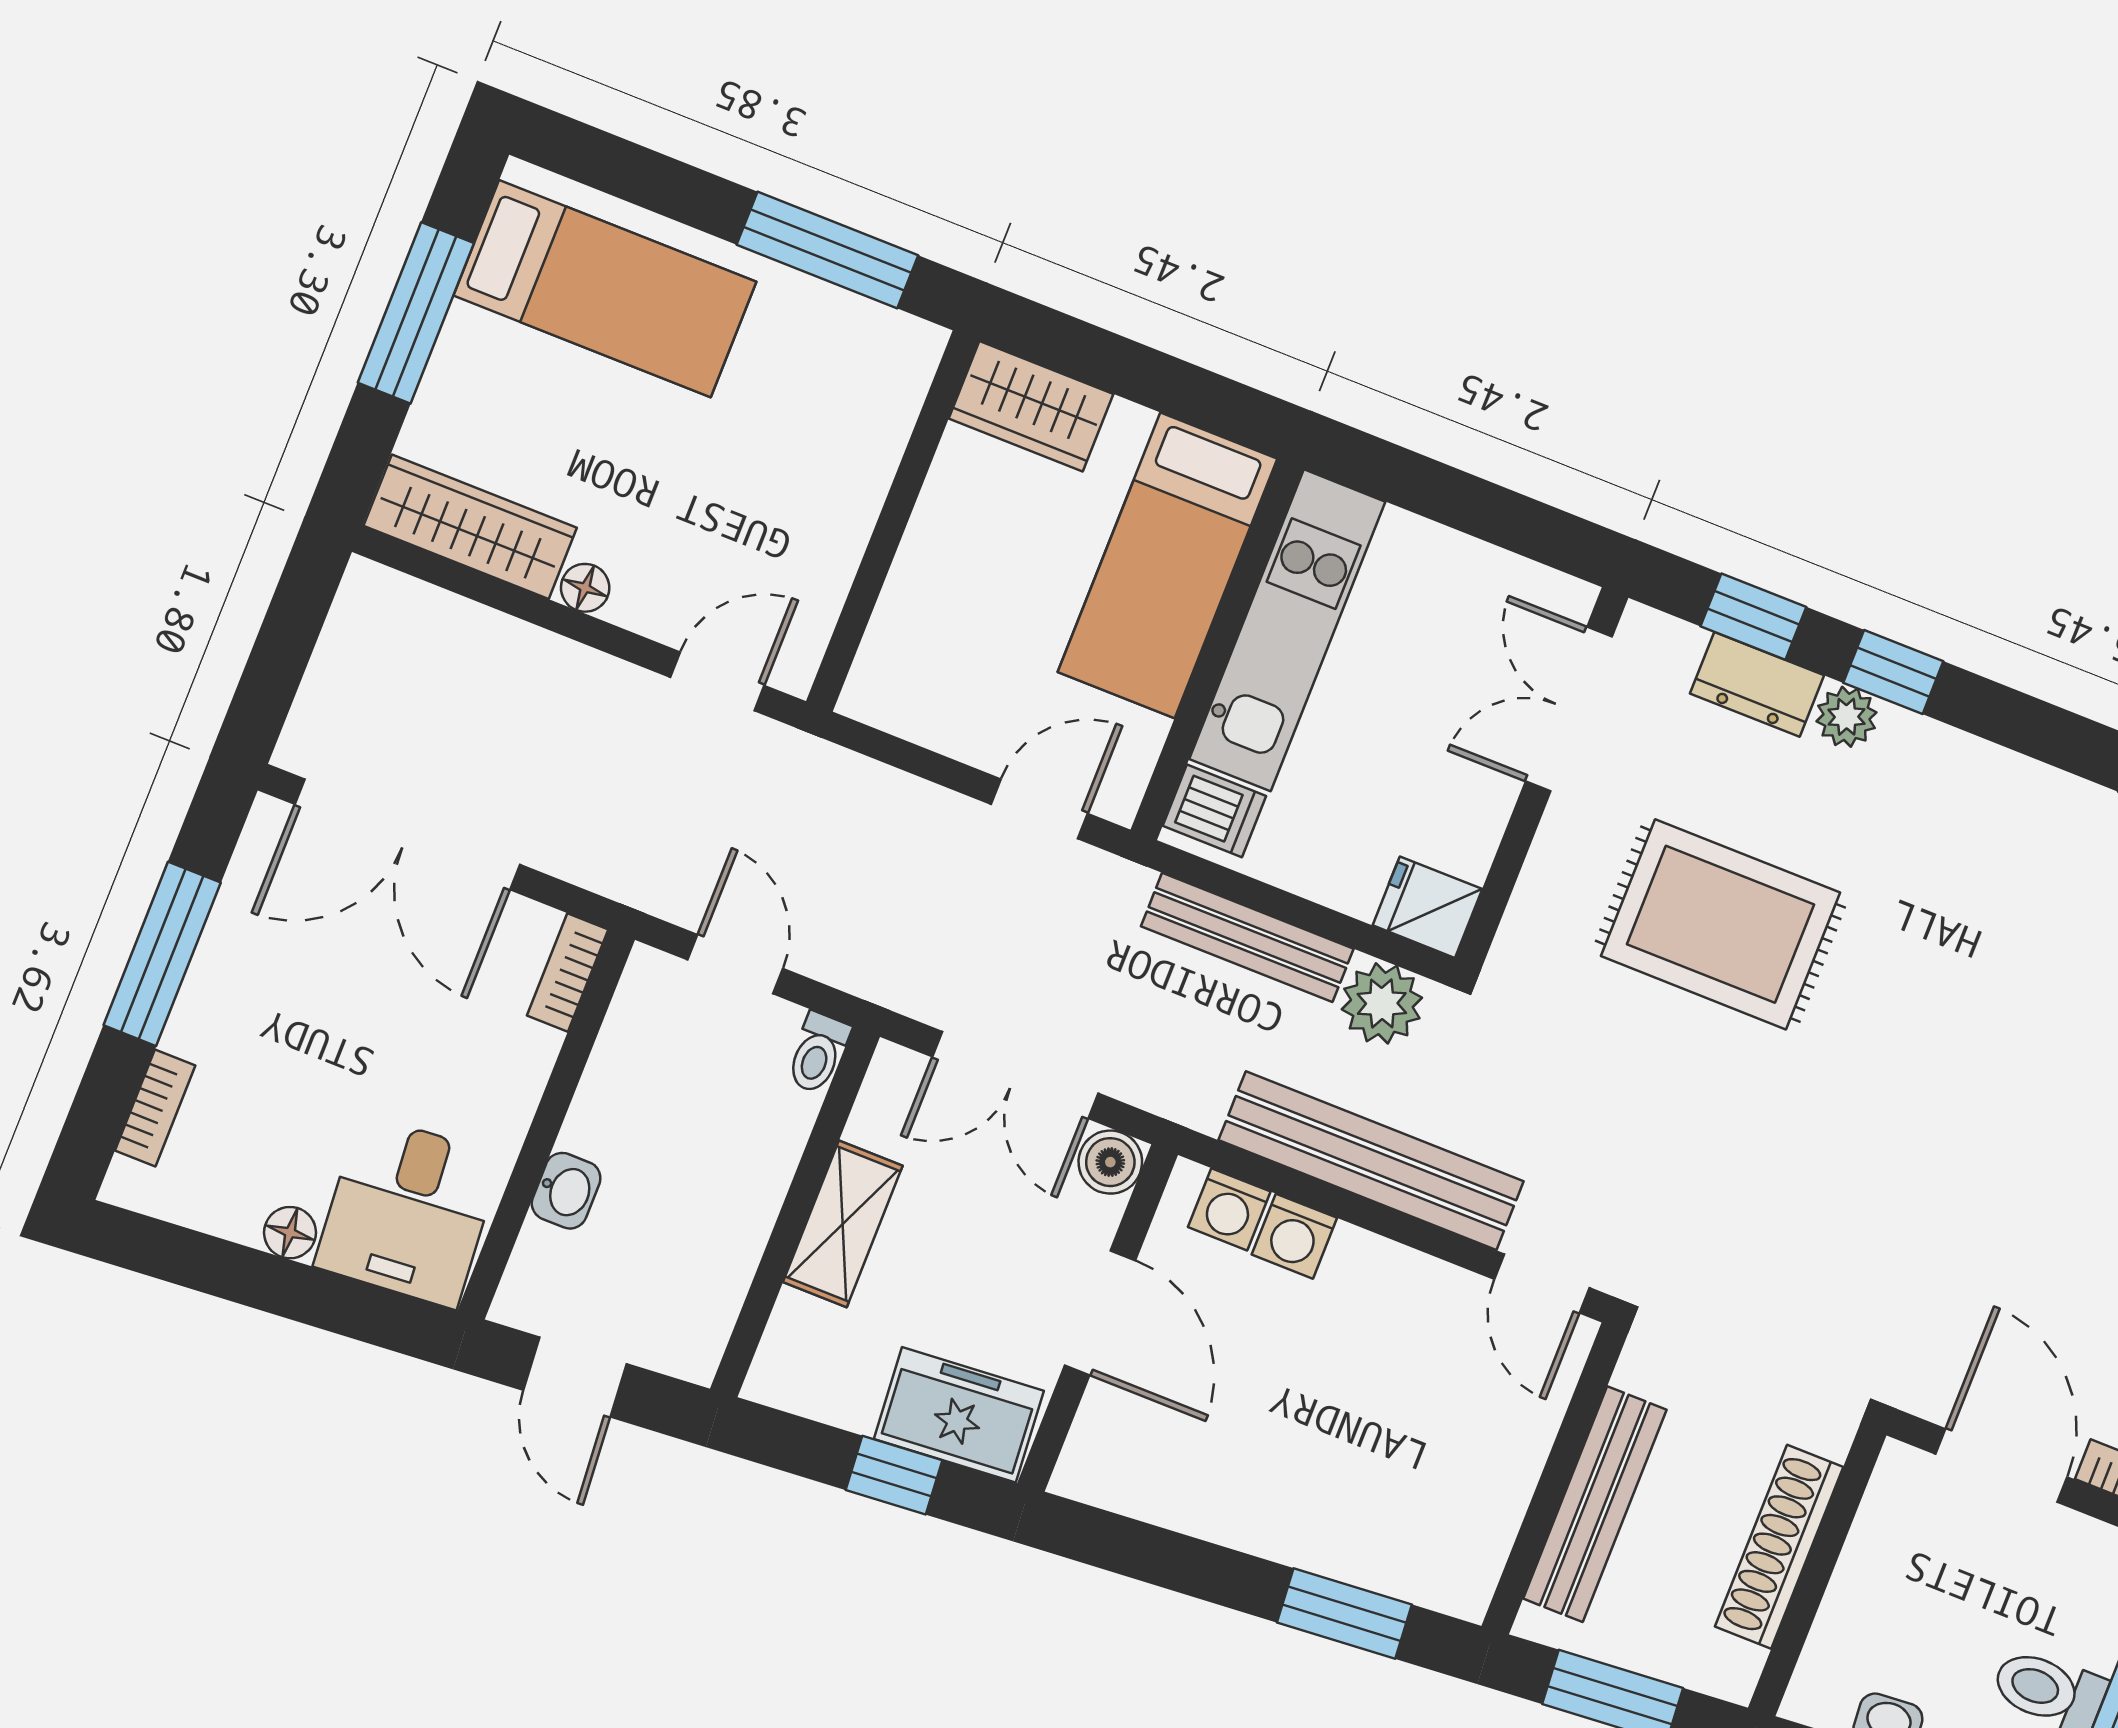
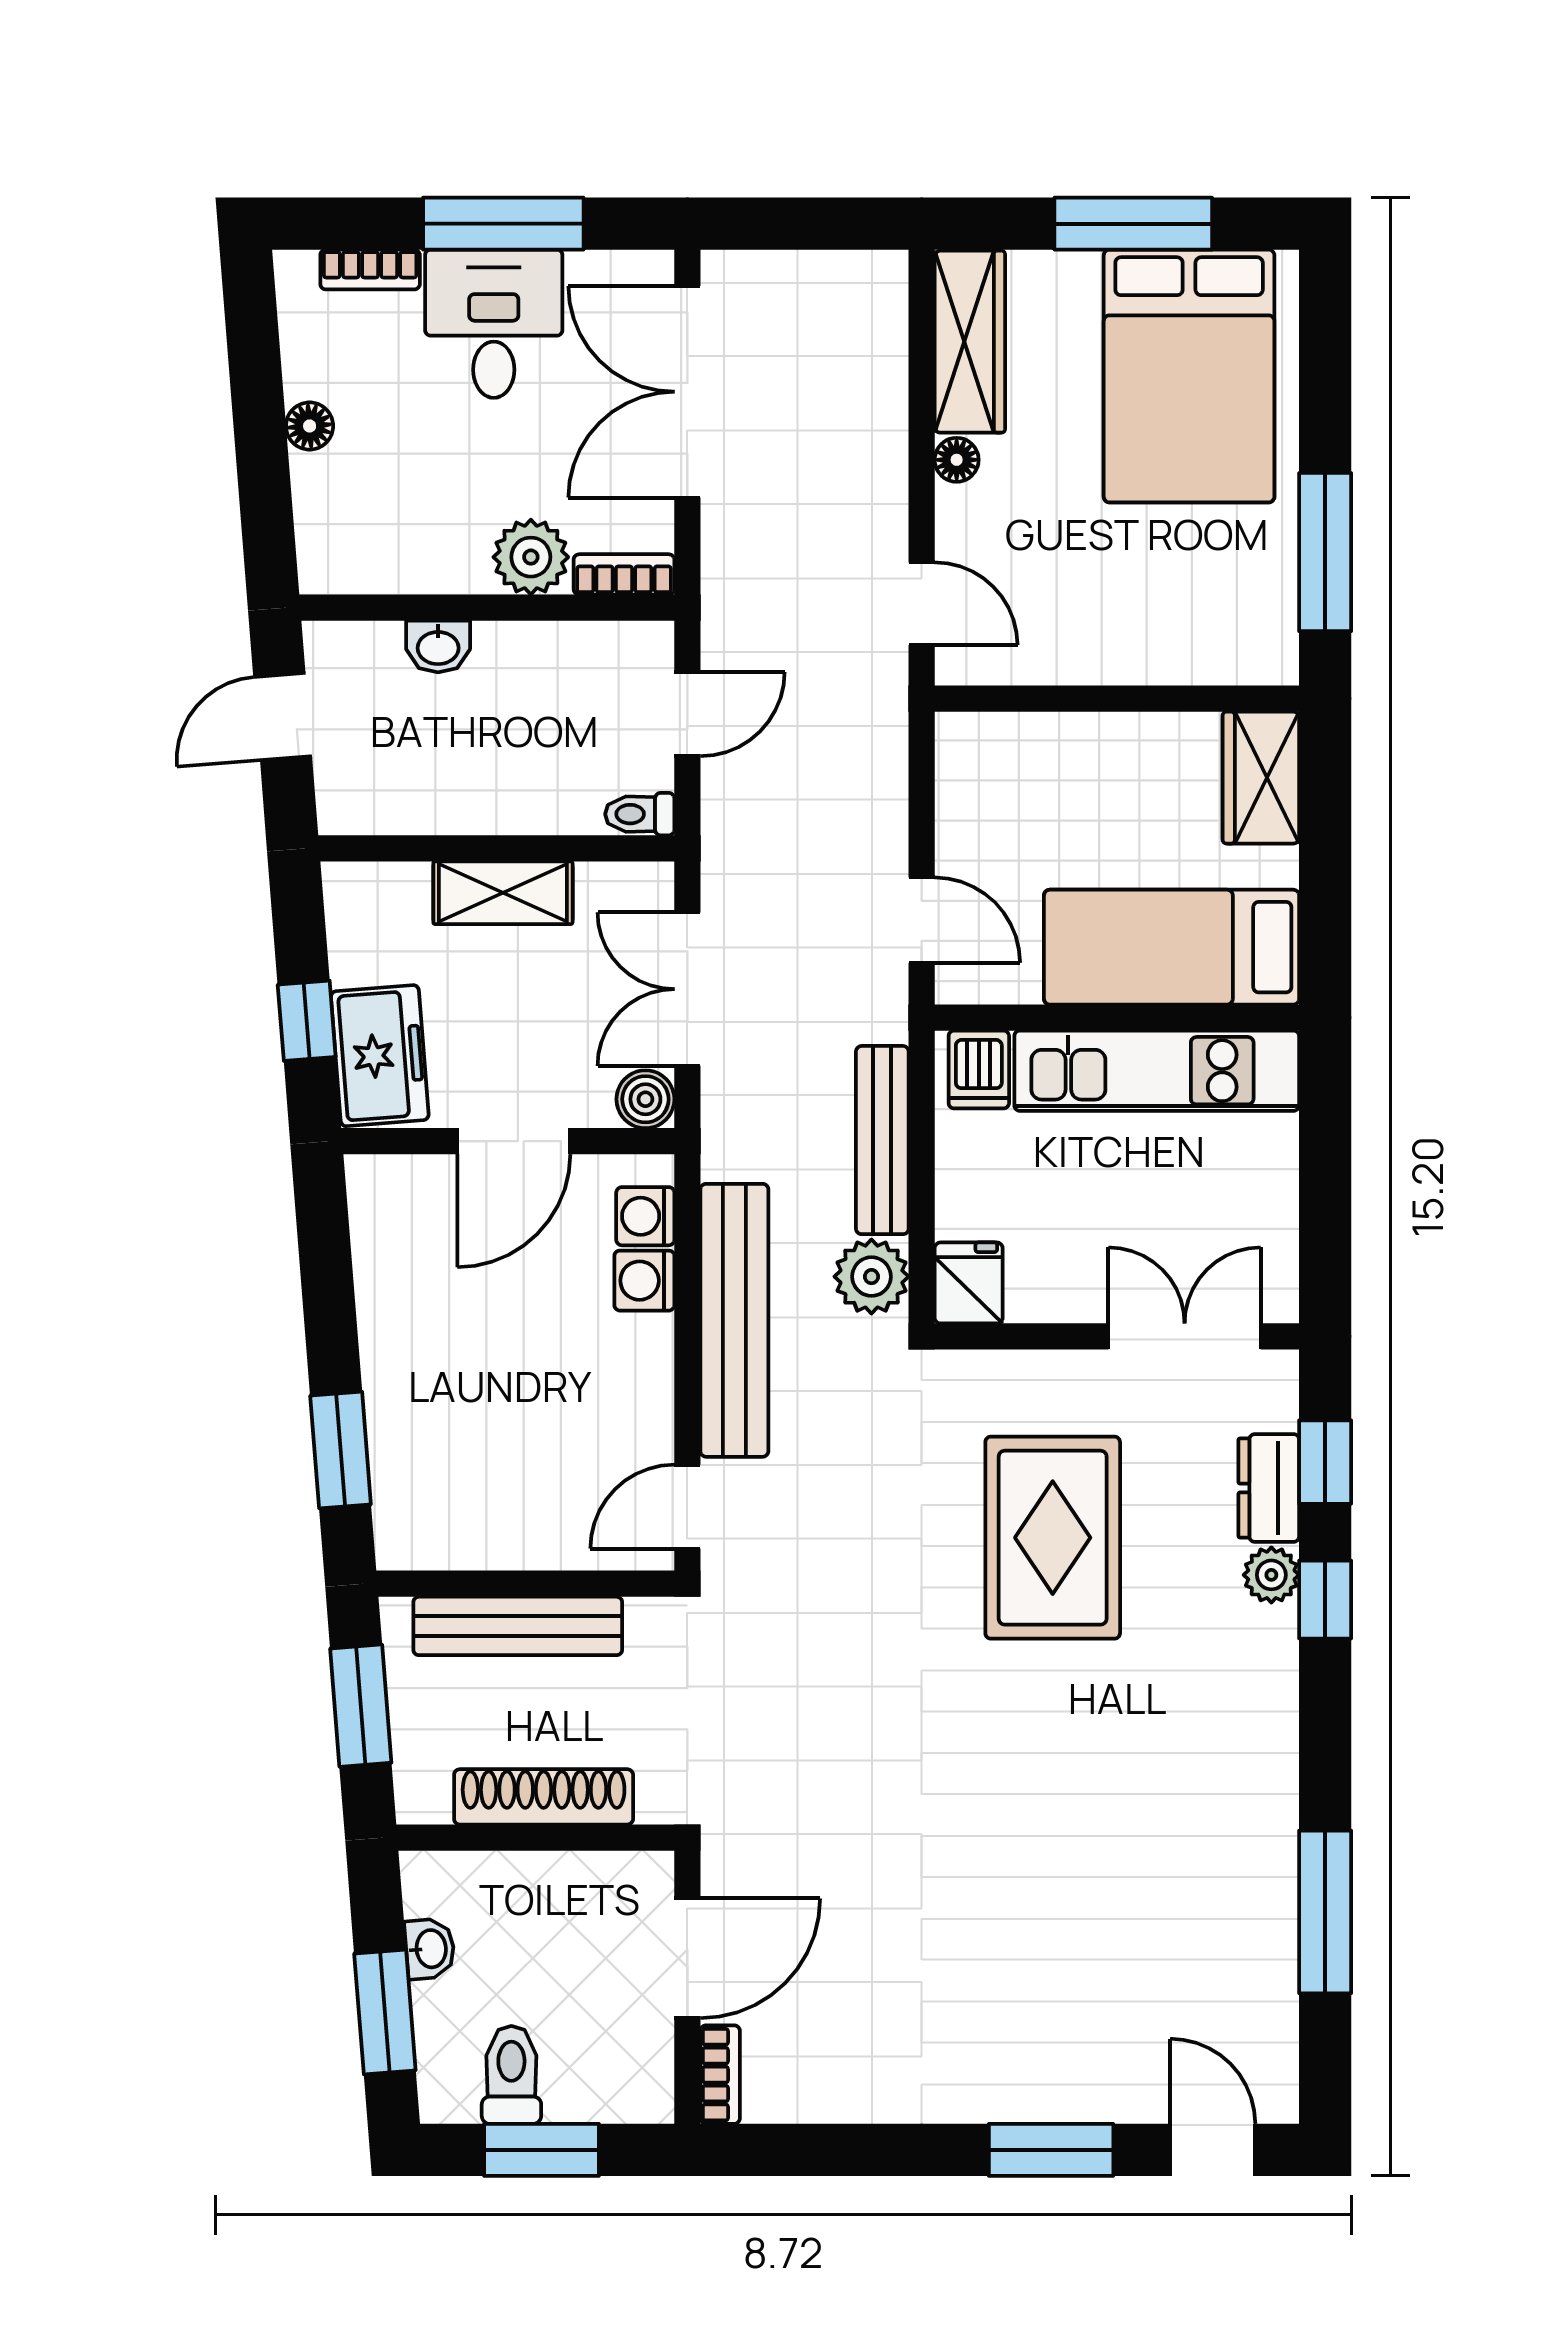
bed: (605, 289) -> (1189, 376), width x1.50
plant: (512, 1060) -> (531, 557), added
desk: (408, 1211) -> (494, 324), moved, turned 95

